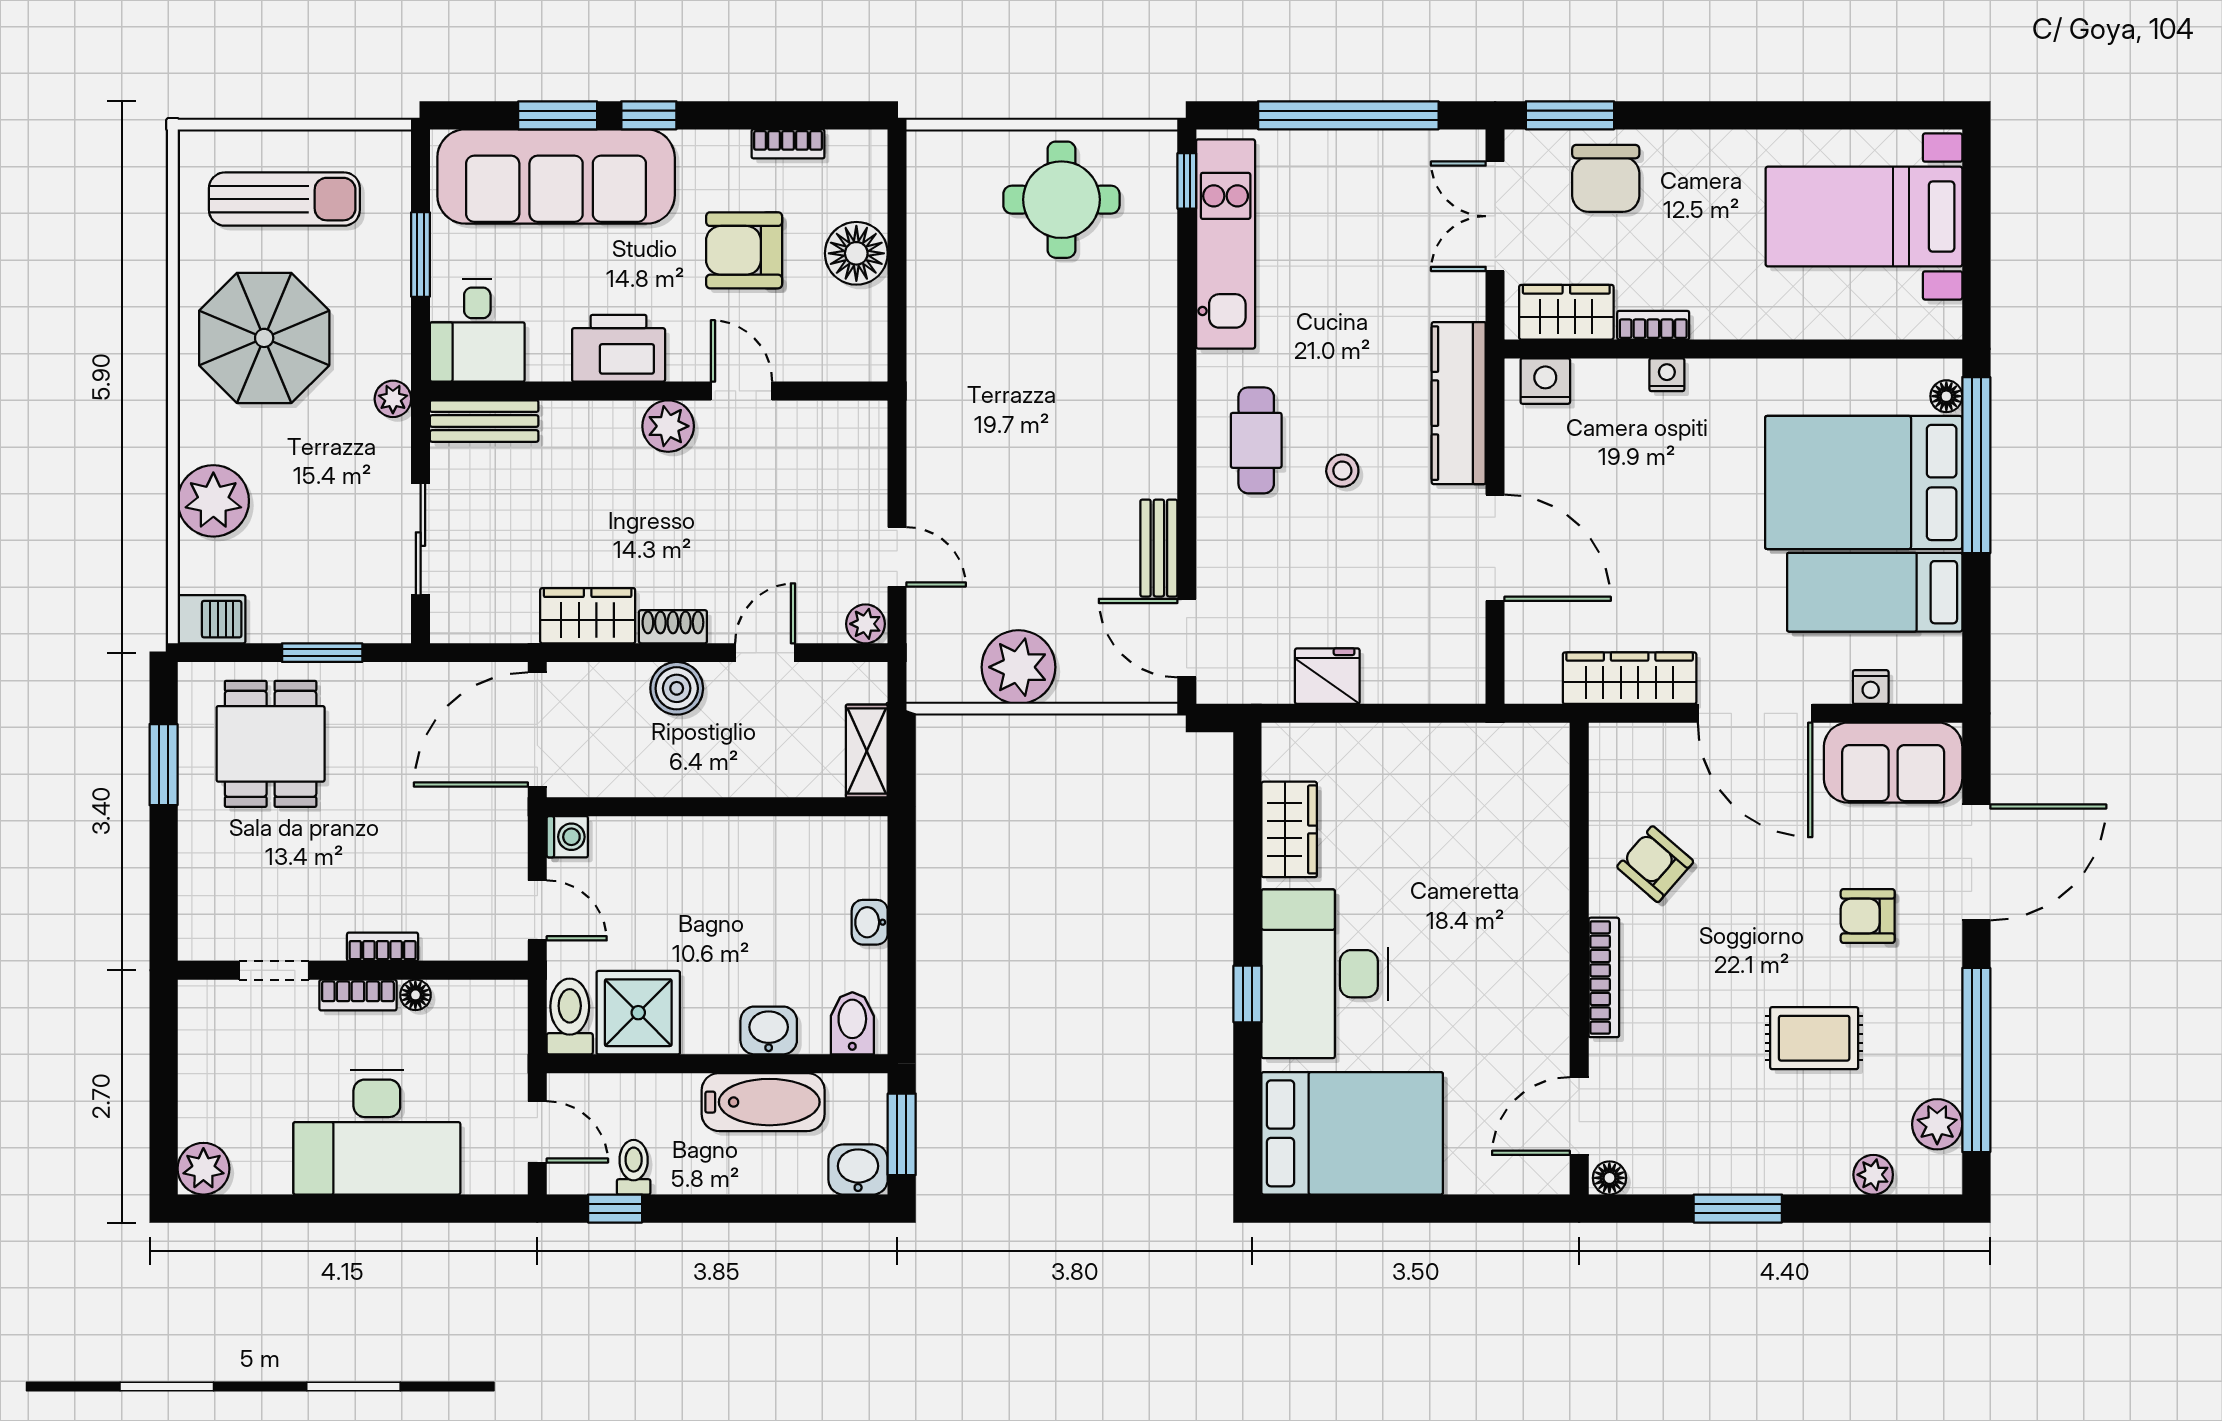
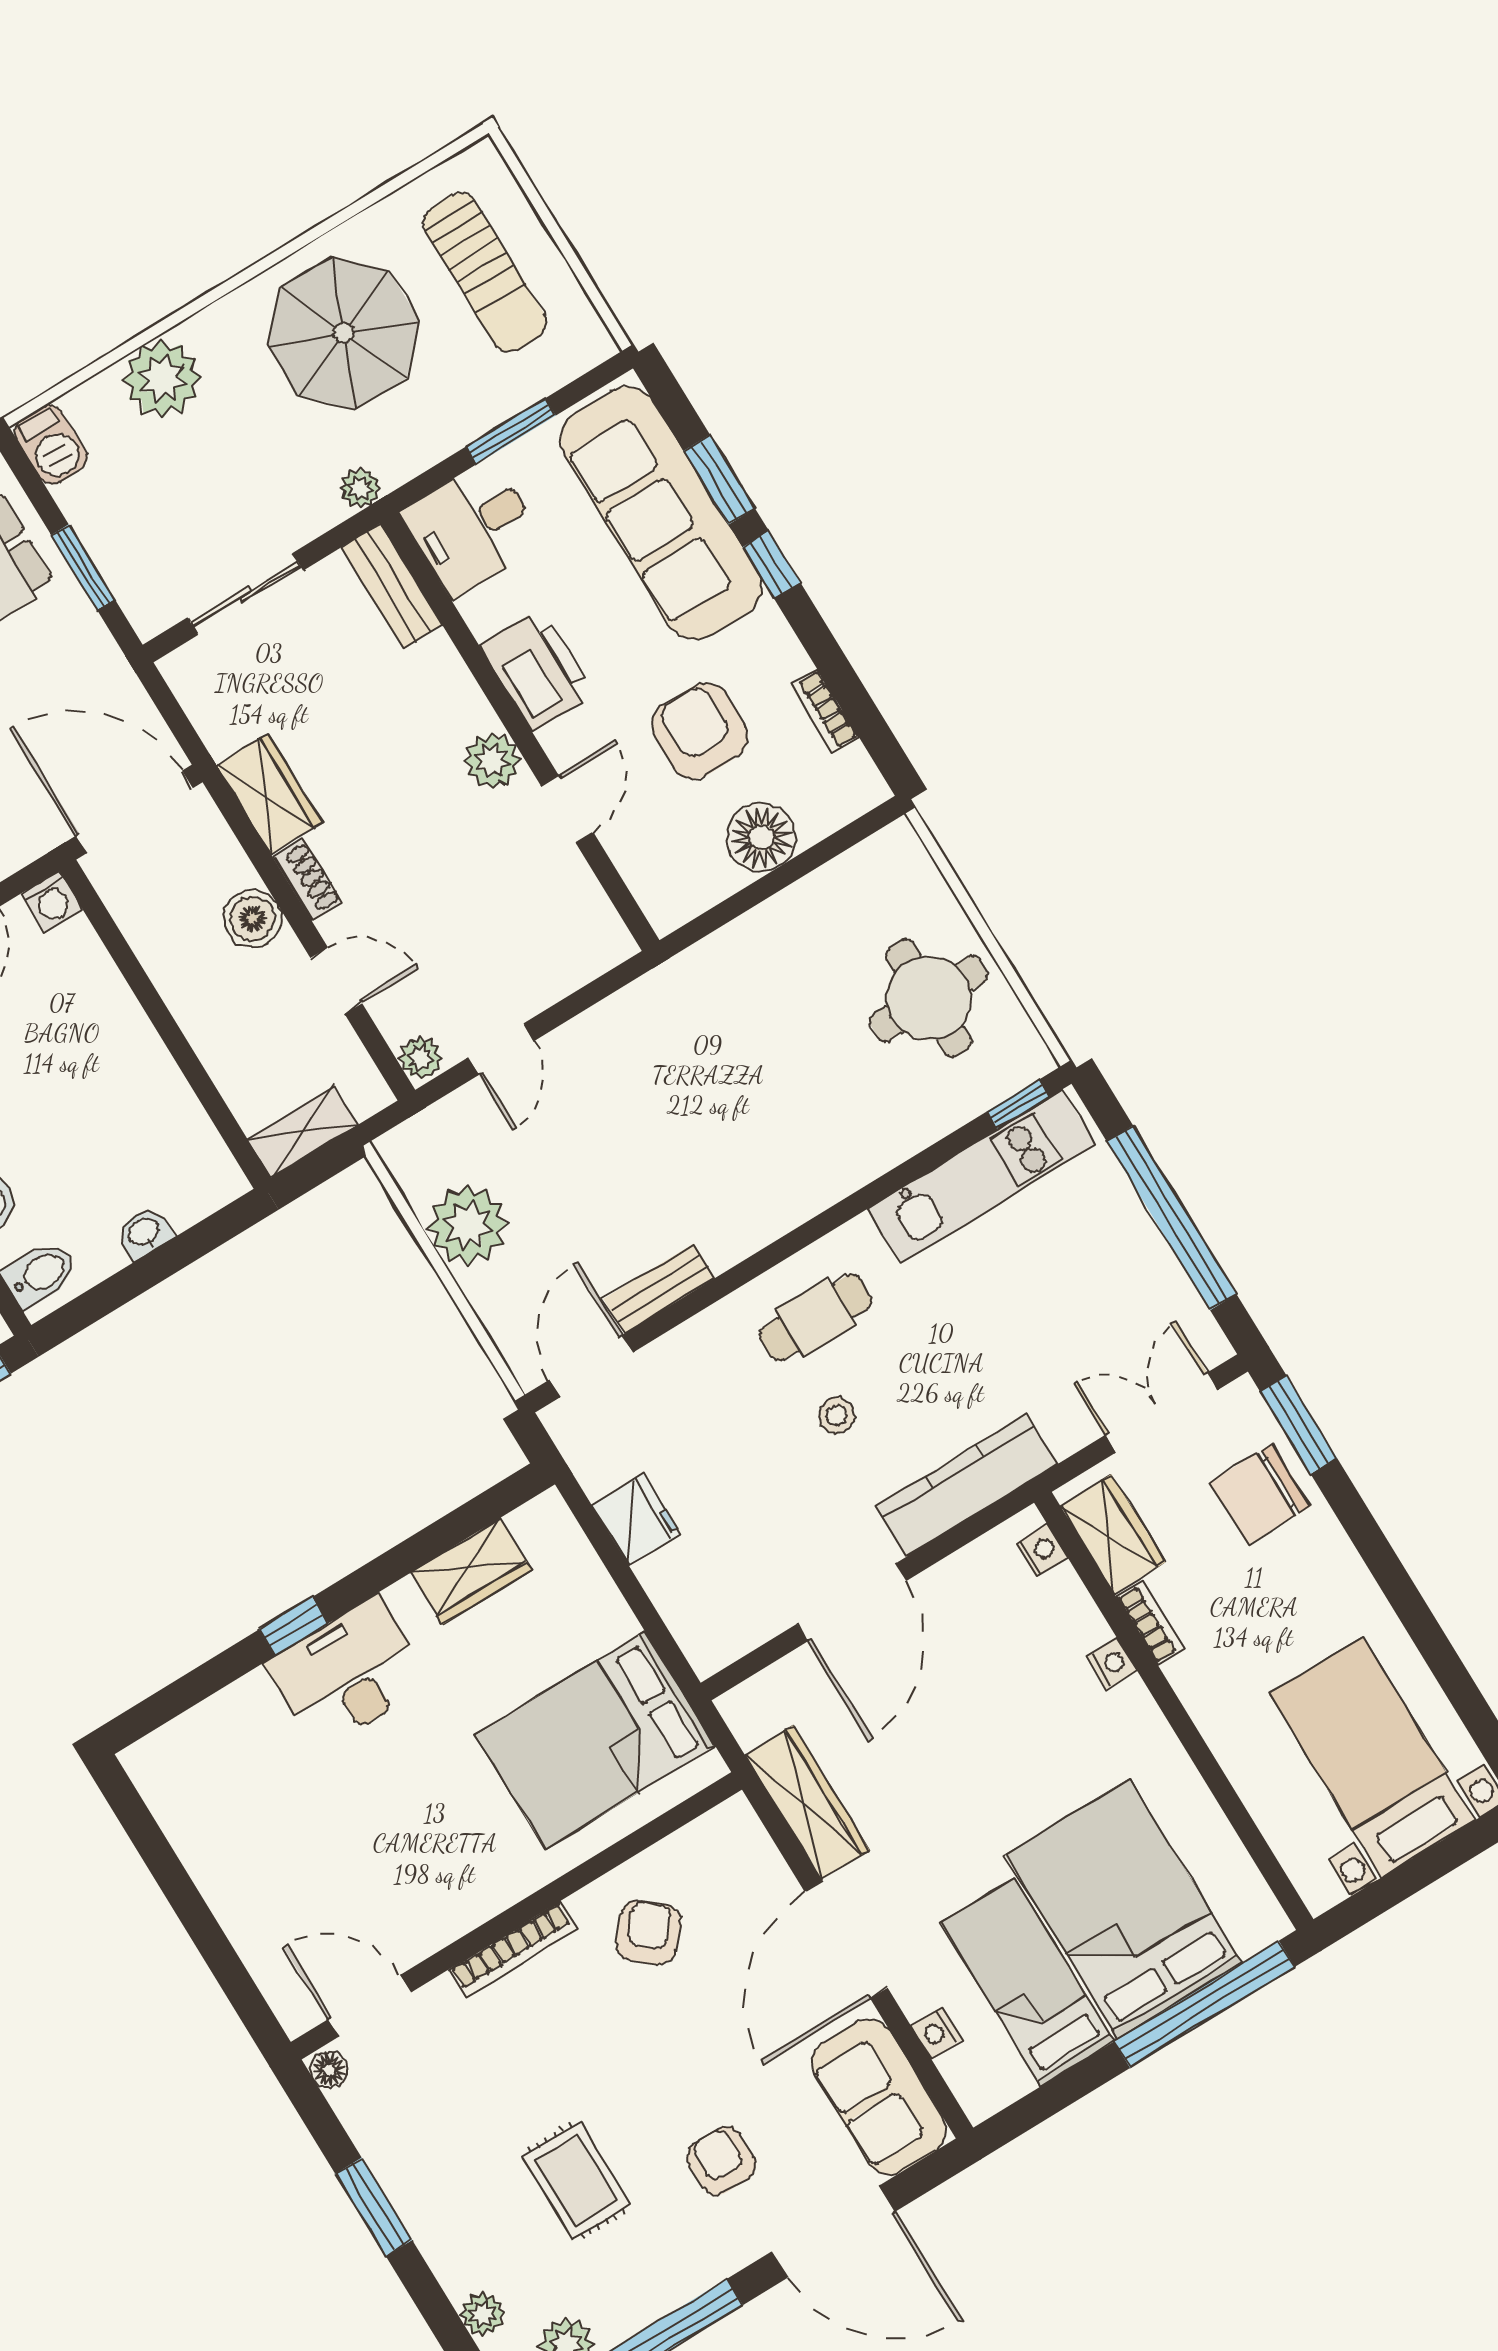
nightstand: (1545, 381) -> (1042, 1550), width x0.72, depth x0.74
floor lamp: (1946, 396) -> (1252, 1937), removed
desk: (1325, 974) -> (348, 1673), width x0.73, depth x0.77
bed: (1352, 1133) -> (595, 1740), moved, turned 90

